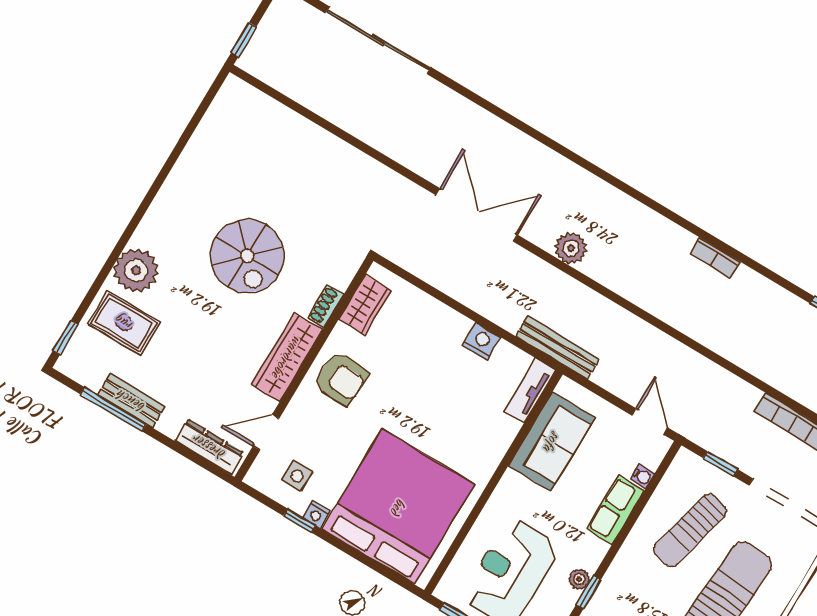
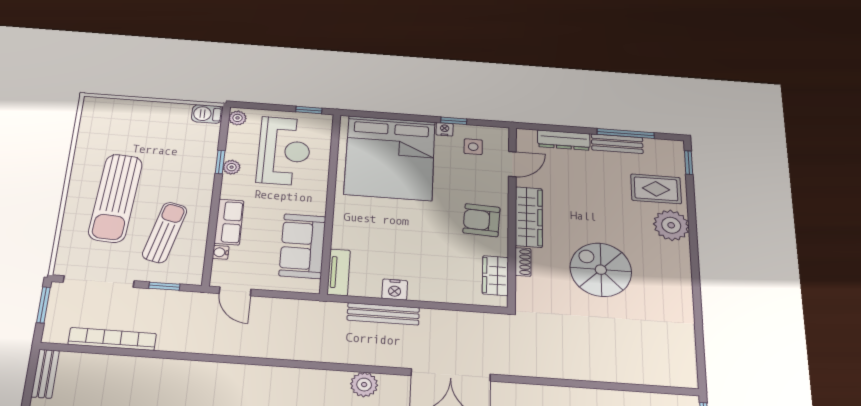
bench: (557, 348) -> (383, 314), moved
dresser: (209, 447) -> (564, 140), moved

